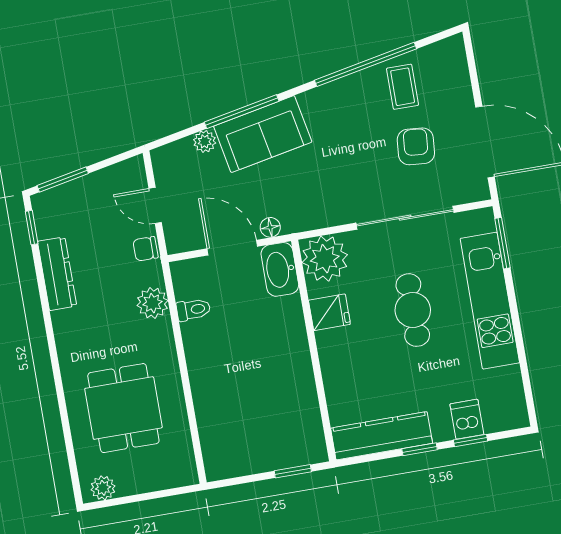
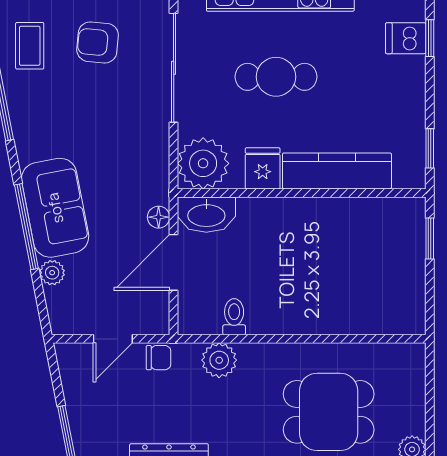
coffee table: (403, 87) -> (30, 46), turned 90
chair: (146, 249) -> (159, 358), turned -90
kitchen counter: (382, 436) -> (337, 171), moved, turned 90
window: (420, 449) -> (430, 148), moved

